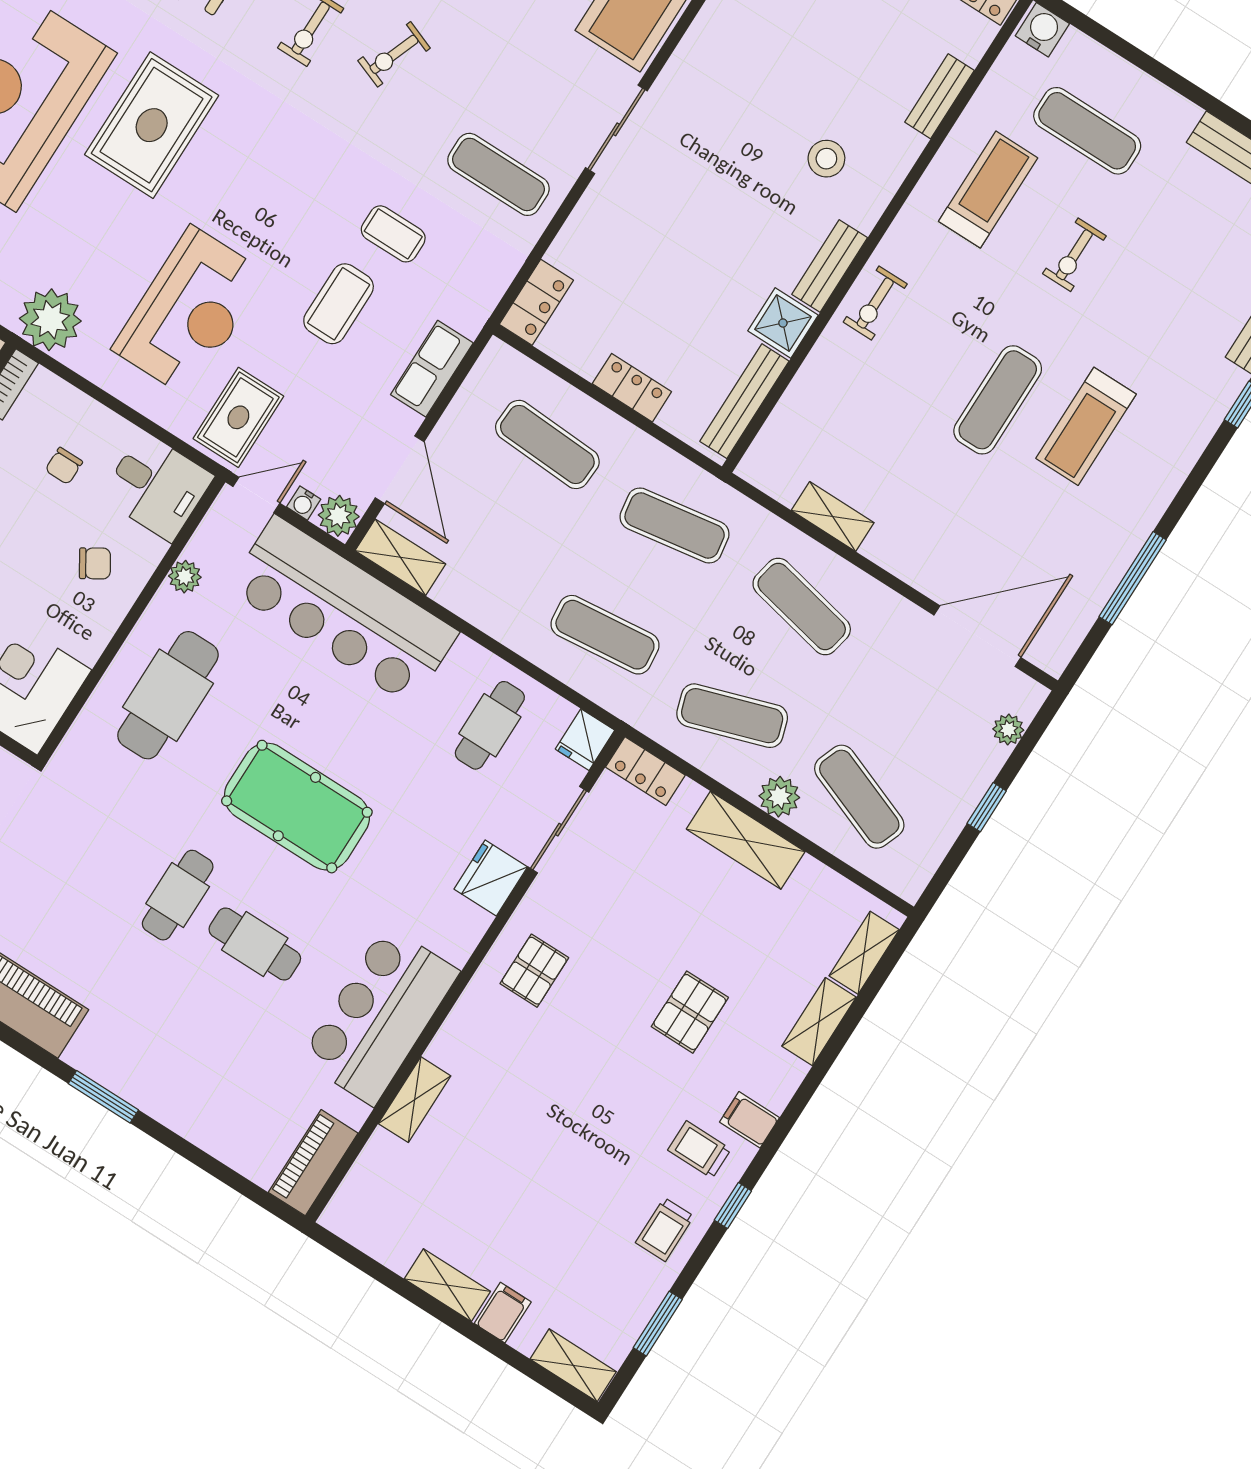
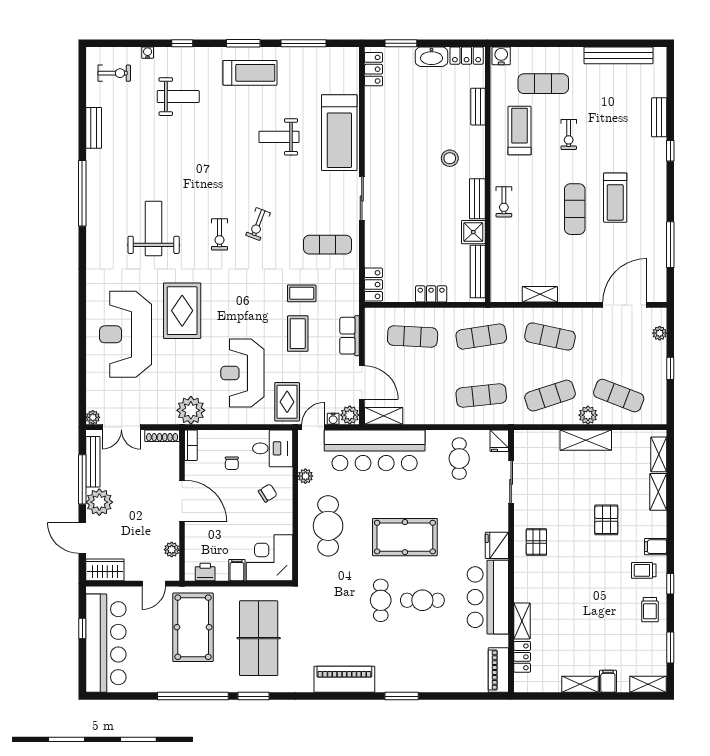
reception desk: (190, 312) -> (242, 373), turned 180
locker: (645, 771) -> (522, 657), moved, turned -90
fridge: (491, 878) -> (497, 545), moved

